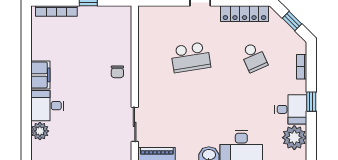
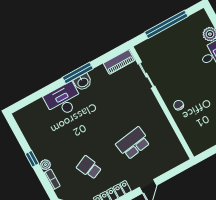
desk: (291, 109) -> (43, 145), removed
plant: (294, 138) -> (45, 165), moved, width x0.53, depth x0.53

